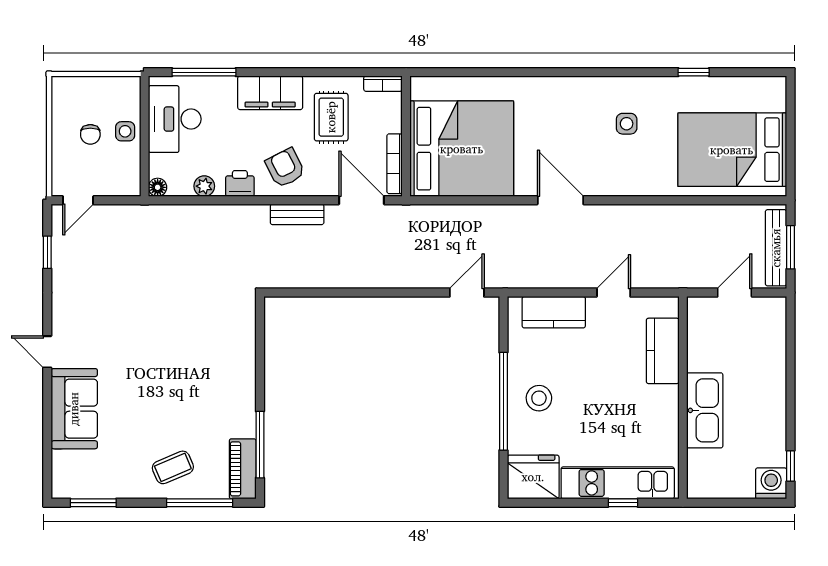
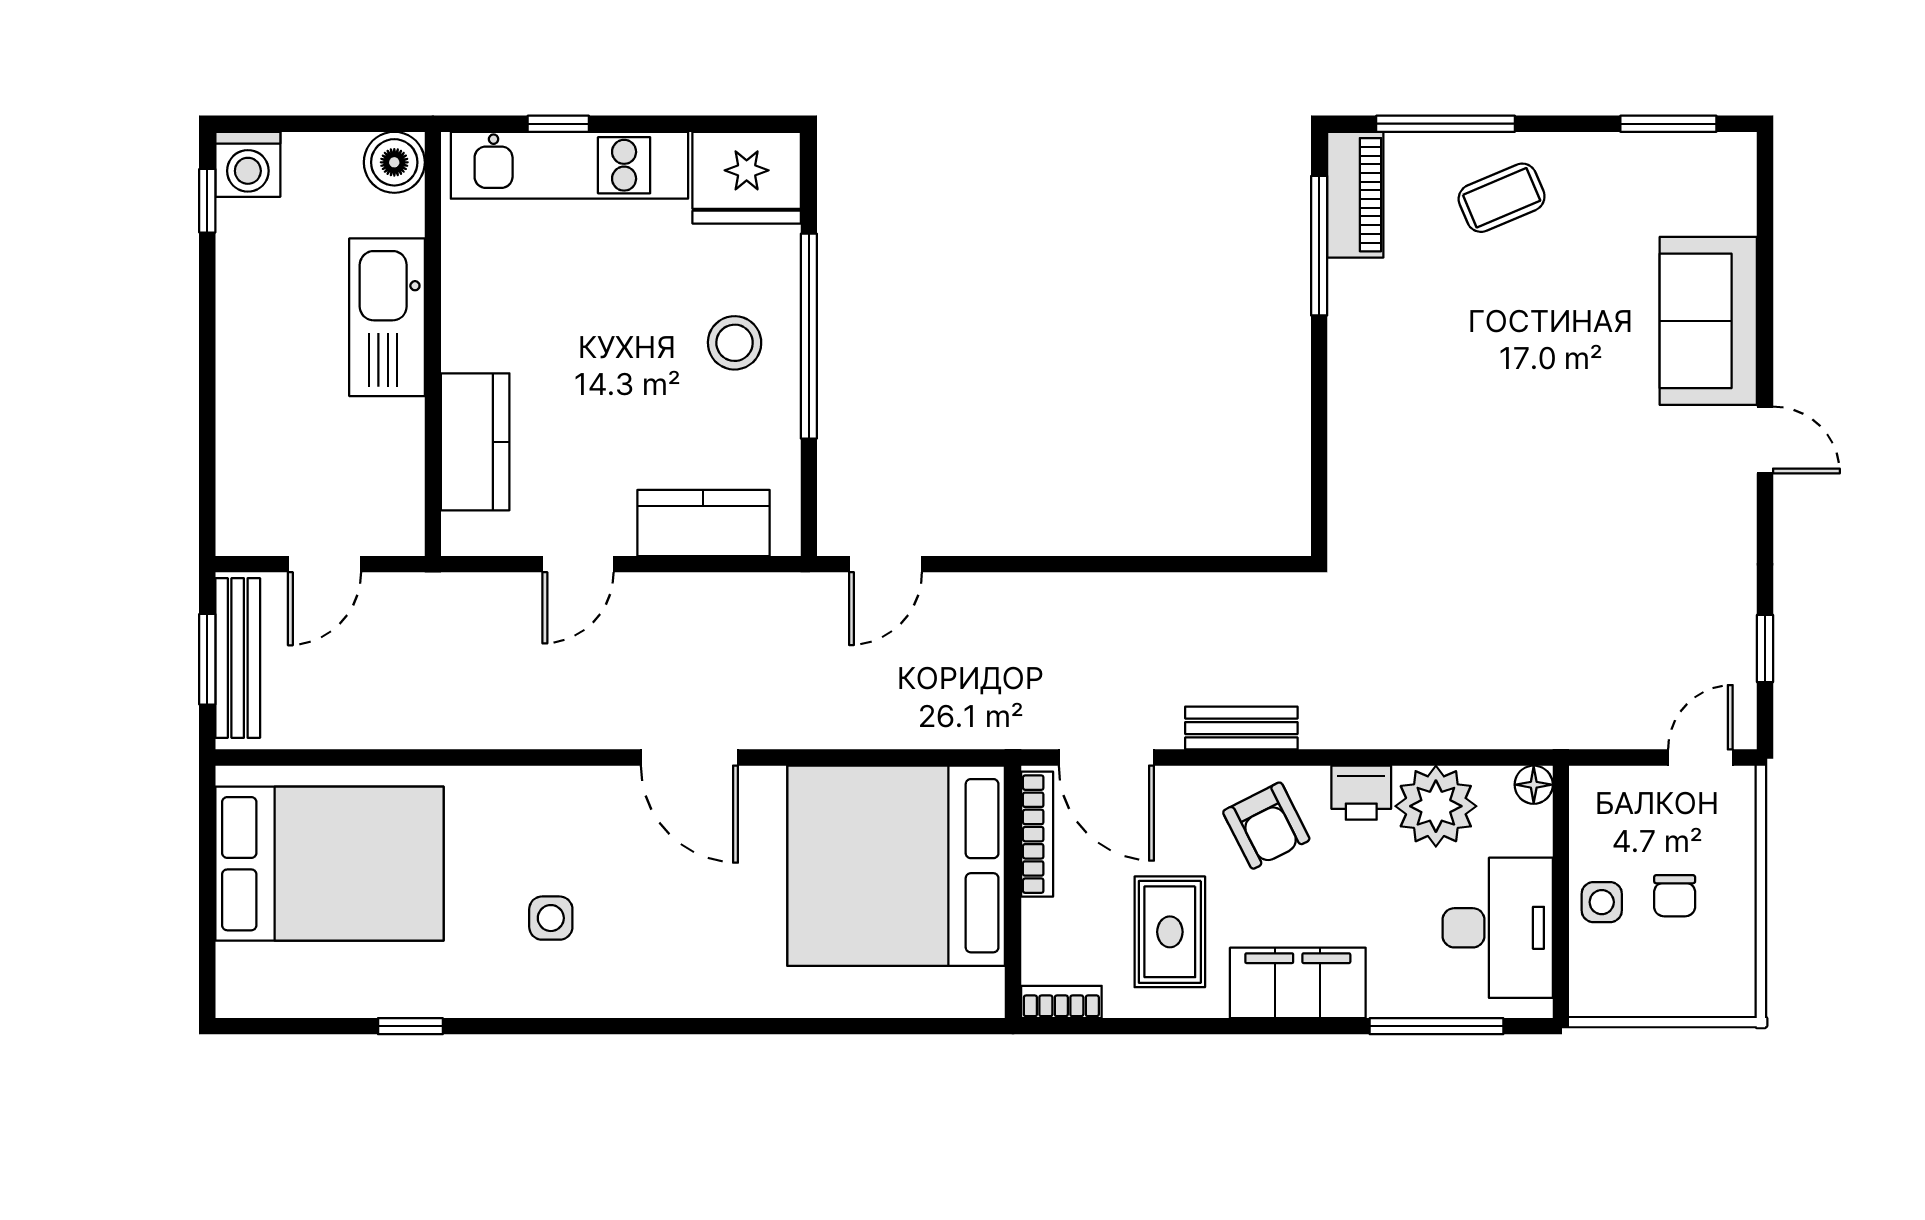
chair: (90, 134) -> (1675, 896), turned 180
plant: (204, 186) -> (1436, 806), width x1.88, depth x1.88
boiler: (701, 484) -> (394, 162), added

